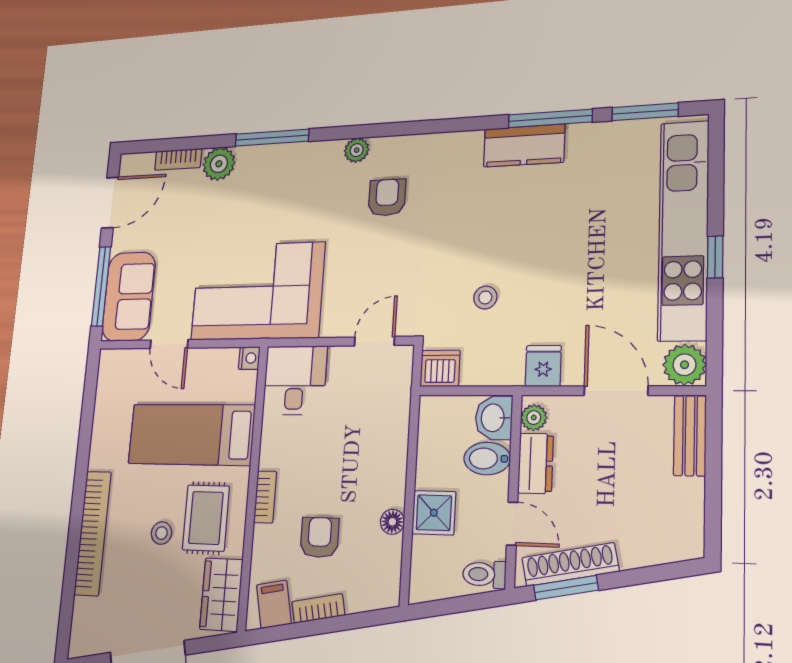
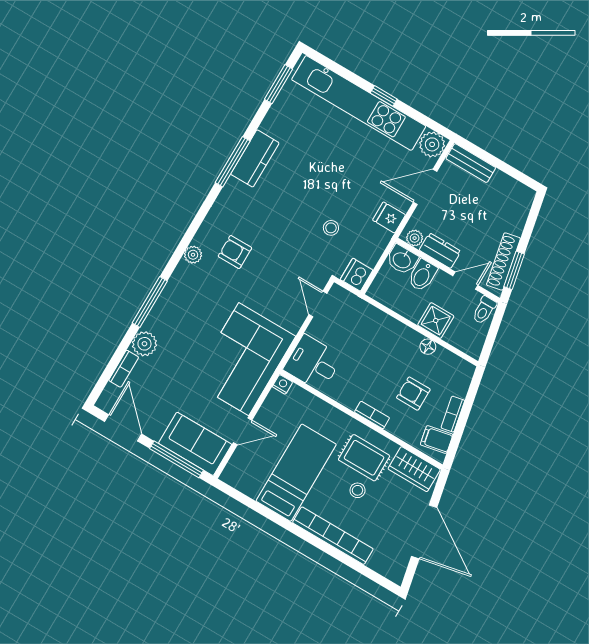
window: (550, 118) -> (233, 162), moved
bed: (191, 435) -> (296, 473), moved, turned 180

